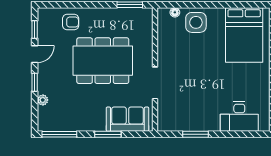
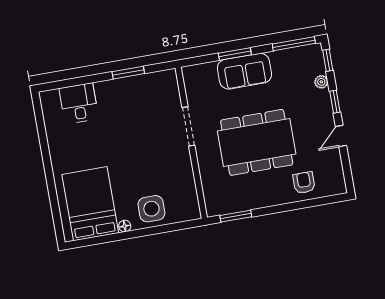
floor lamp: (175, 12) -> (125, 226), moved
armchair: (71, 22) -> (304, 183), turned 90
window: (35, 30) -> (328, 60), moved
desk: (239, 117) -> (79, 103), width x0.73
sofa: (127, 119) -> (244, 71), moved

